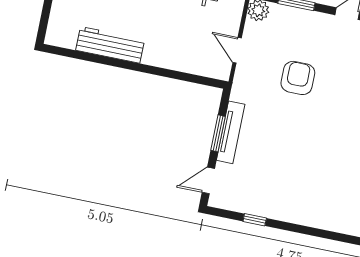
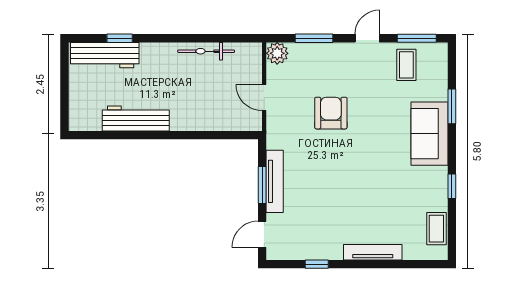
tv unit: (311, 219) -> (373, 252), added

